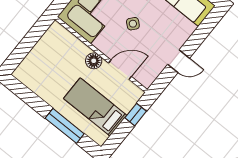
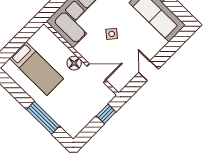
door: (179, 61) -> (149, 71), swing flipped
bed: (95, 107) -> (36, 69), moved, turned 180

